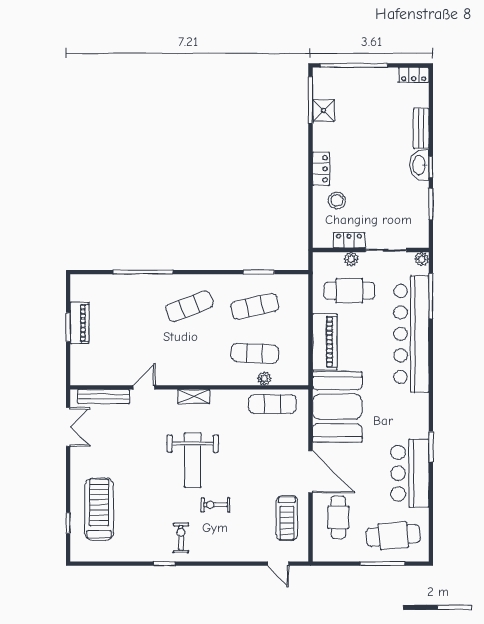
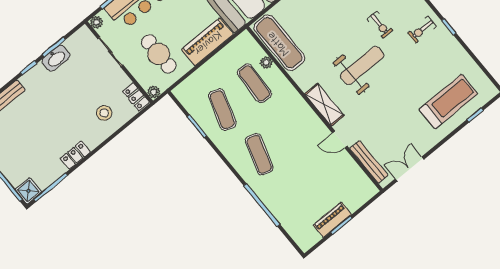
shower: (323, 110) -> (28, 191), moved
washbasin: (419, 165) -> (56, 58), moved
locker: (321, 169) -> (75, 155), moved
locker: (349, 240) -> (136, 97), moved
plant: (351, 259) -> (154, 92), moved
exercise mat: (189, 306) -> (259, 154), turned 39
exercise mat: (255, 306) -> (222, 110), turned 30
shelving: (194, 396) -> (324, 105), width x1.50, depth x1.33
exercise mat: (272, 404) -> (279, 43), width x1.36, depth x1.45
treadmill: (99, 509) -> (448, 102), turned 180

